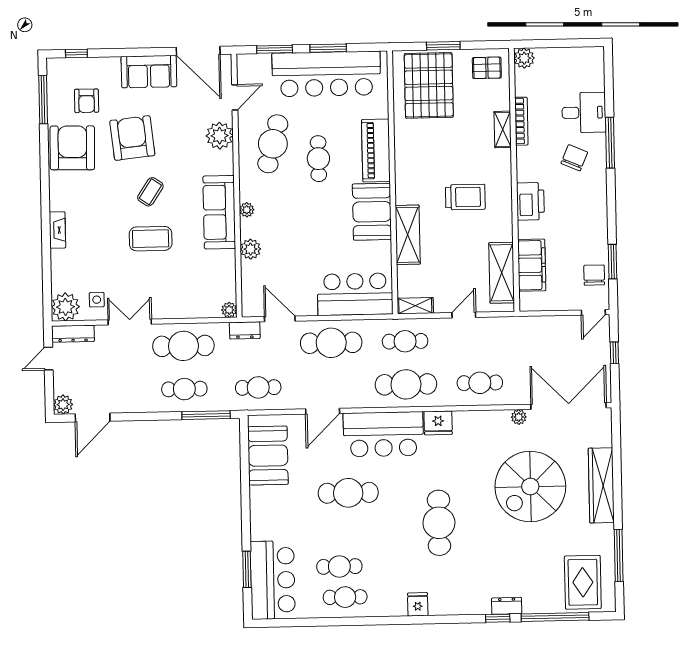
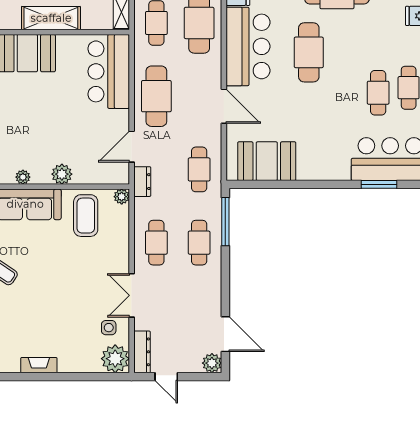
coffee table: (151, 239) -> (86, 216), moved
cafe table: (183, 346) -> (156, 243), width x0.73, depth x0.74
cafe table: (348, 493) -> (309, 52), moved

